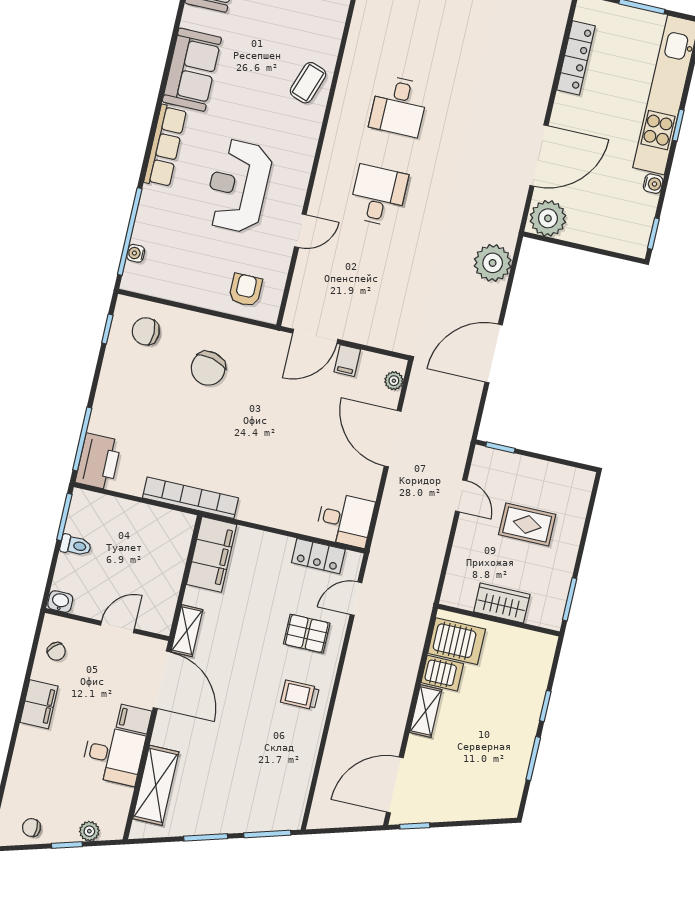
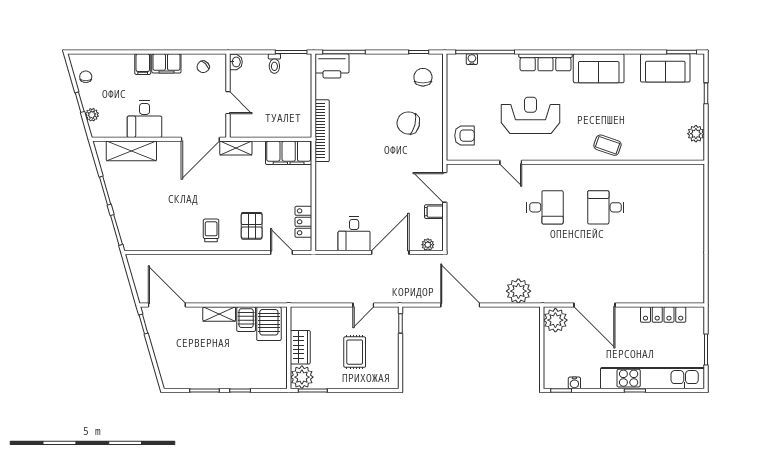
water cooler: (653, 184) -> (574, 383), moved
desk: (345, 520) -> (354, 234), moved
plant: (546, 611) -> (302, 377), added
filing cabinet: (134, 719) -> (143, 64), moved, turned 180

